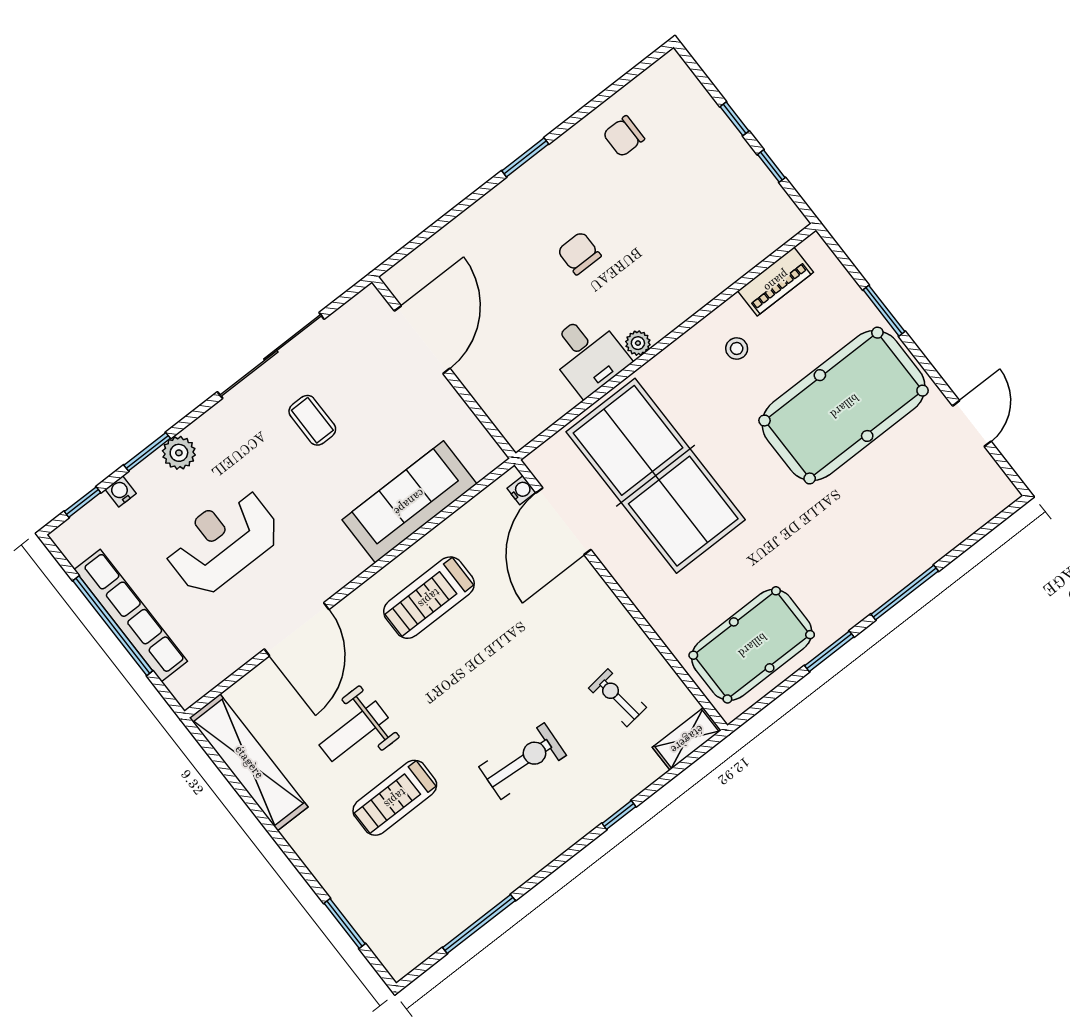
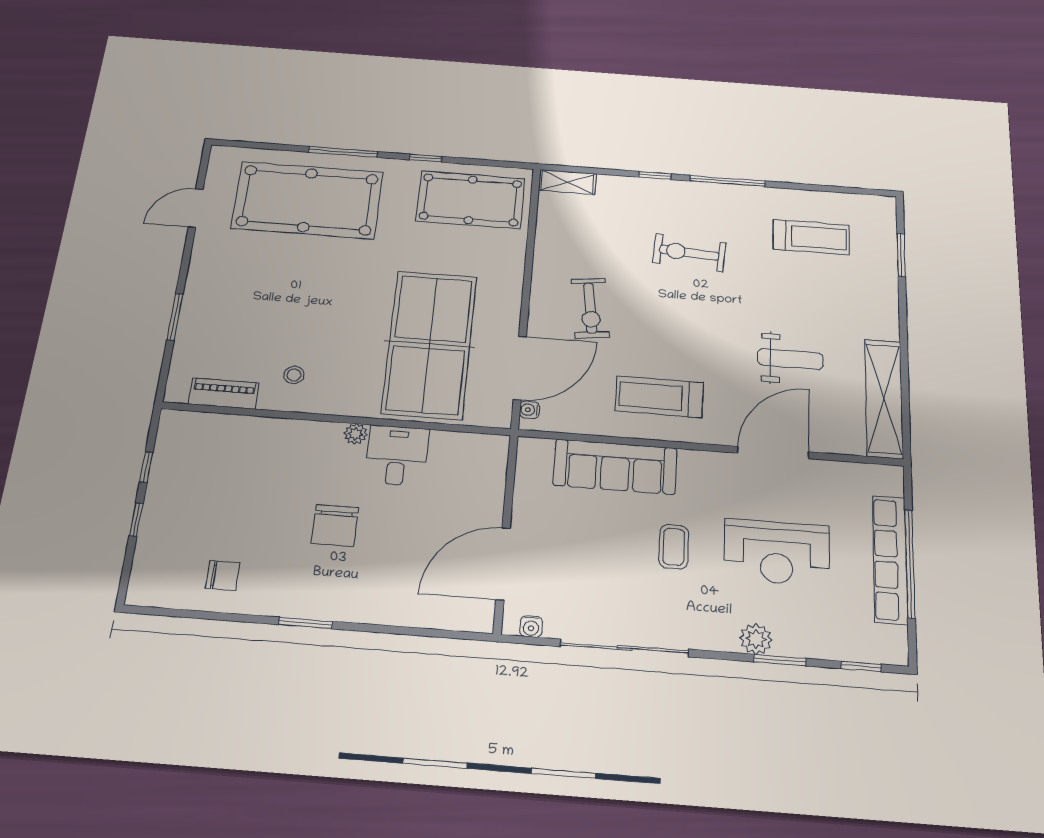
chair: (579, 253) -> (335, 525), width x1.37, depth x1.37
pool table: (844, 406) -> (307, 200), moved
coffee table: (312, 420) -> (674, 547), moved
water cooler: (121, 491) -> (531, 626), moved
treadmill: (429, 598) -> (659, 397), turned 180
window: (829, 651) -> (425, 158), width x0.67
exercise bike: (617, 698) -> (590, 308), moved, width x1.38, depth x1.39
treadmill: (395, 798) -> (811, 237), moved
window: (479, 924) -> (728, 181), moved

